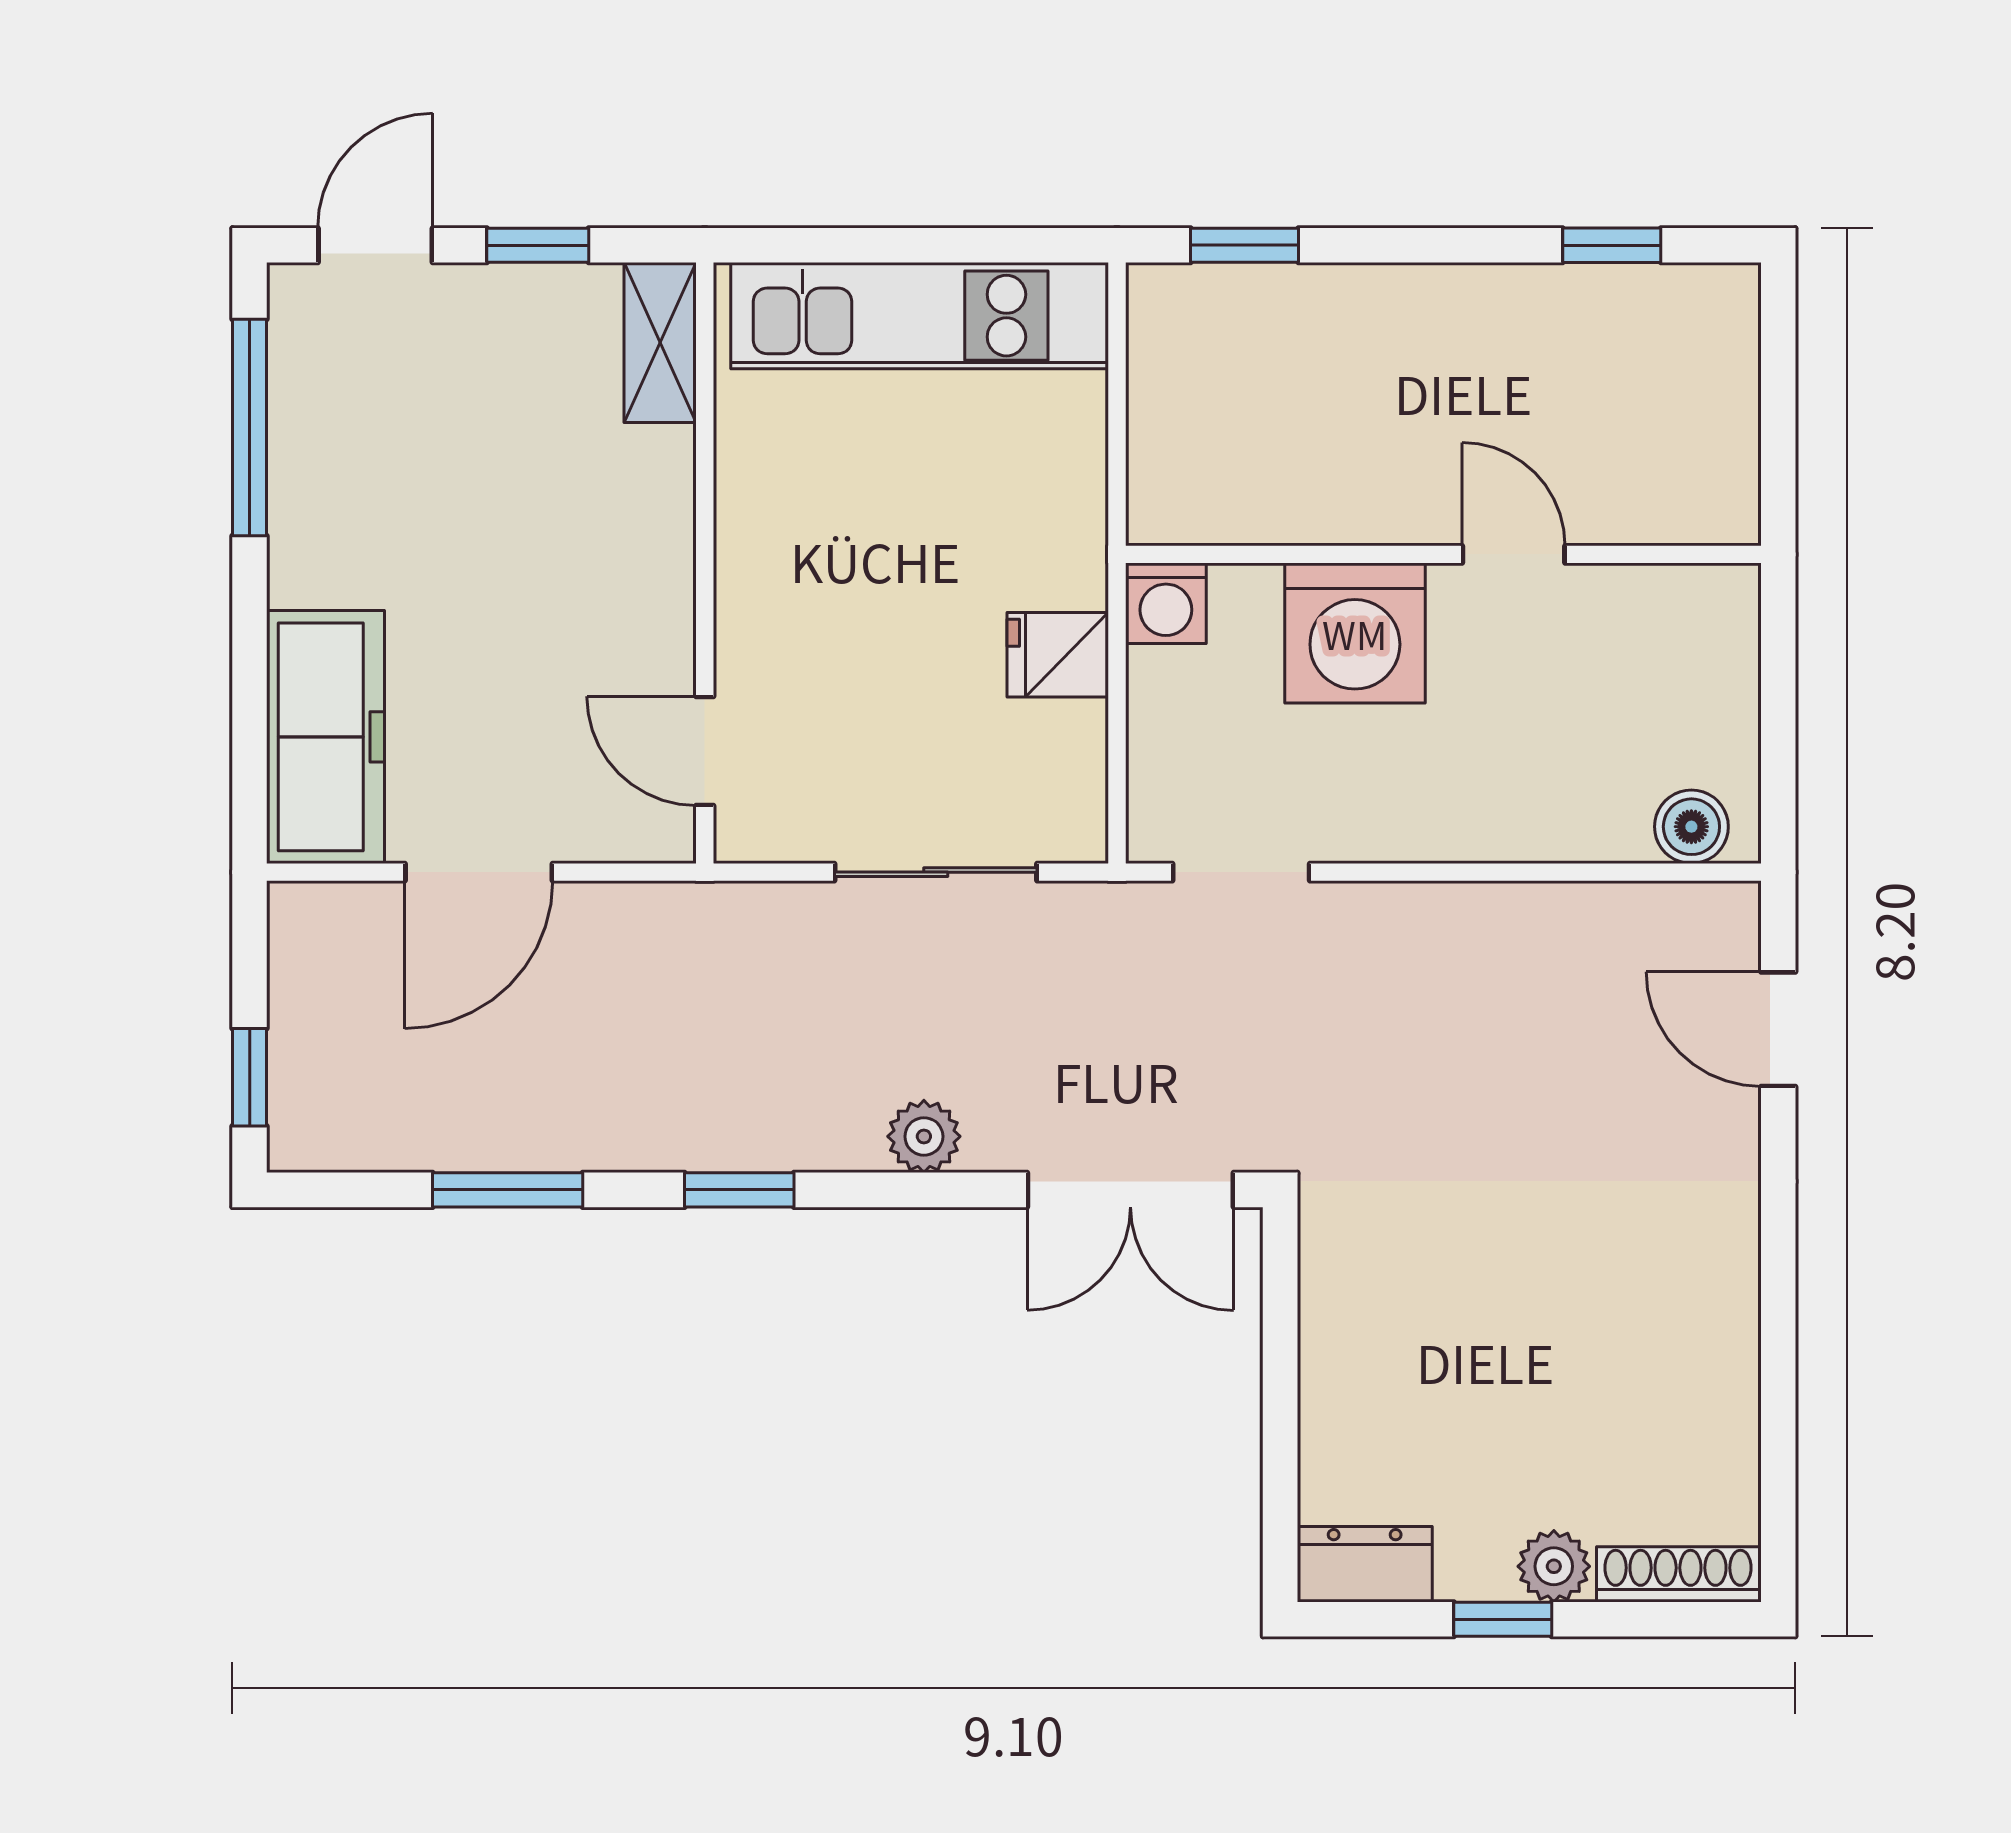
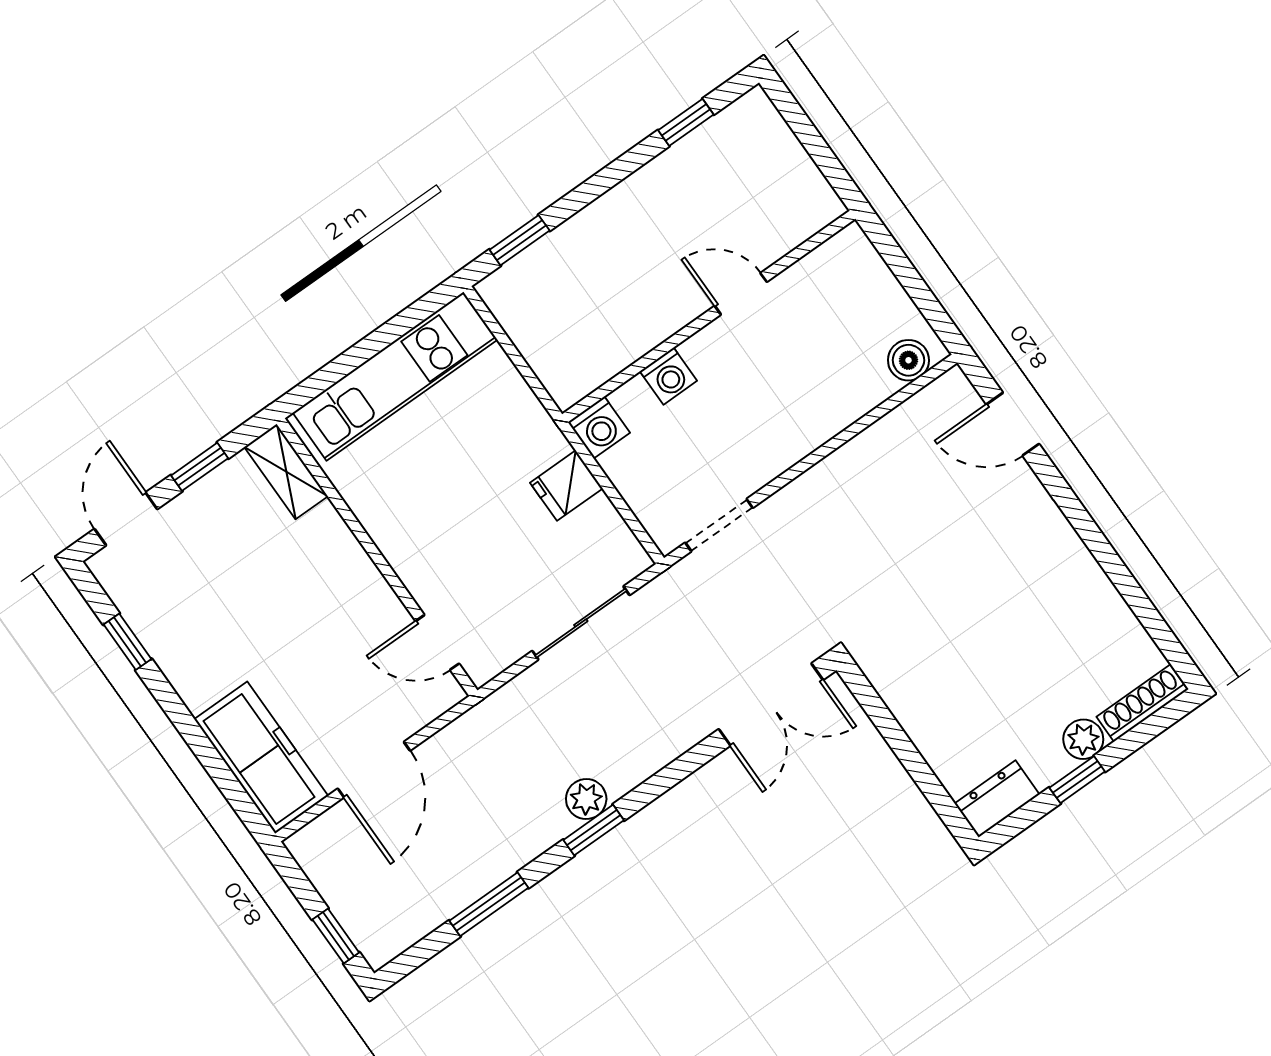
window: (250, 428) -> (128, 642), width x0.46
washing machine: (1355, 633) -> (668, 376), width x0.53, depth x0.53
plant: (924, 1136) -> (586, 799), moved

